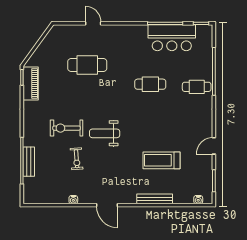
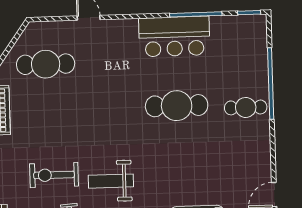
bar counter: (172, 38) -> (174, 36), moved
cafe table: (87, 65) -> (46, 64), moved
cafe table: (150, 84) -> (177, 106), width x1.37, depth x1.35

